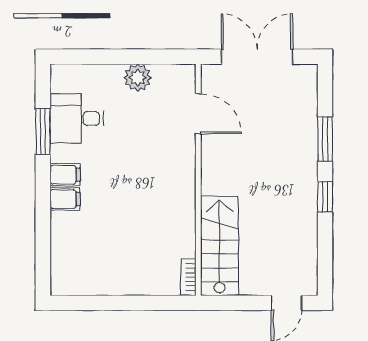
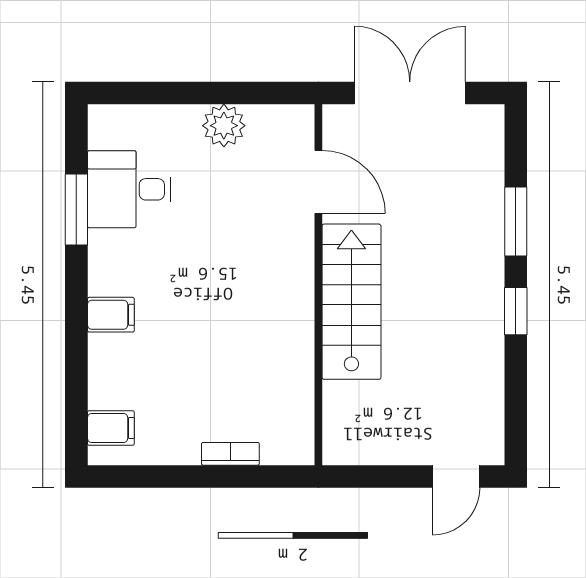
filing cabinet: (65, 175) -> (111, 428), moved
stairs: (220, 246) -> (351, 302), moved
bookcase: (188, 277) -> (230, 454), moved, turned 90

